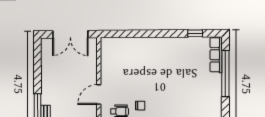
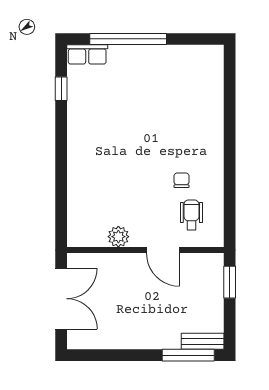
row of seats: (216, 55) -> (87, 54), width x0.68
plant: (107, 68) -> (118, 237), added

